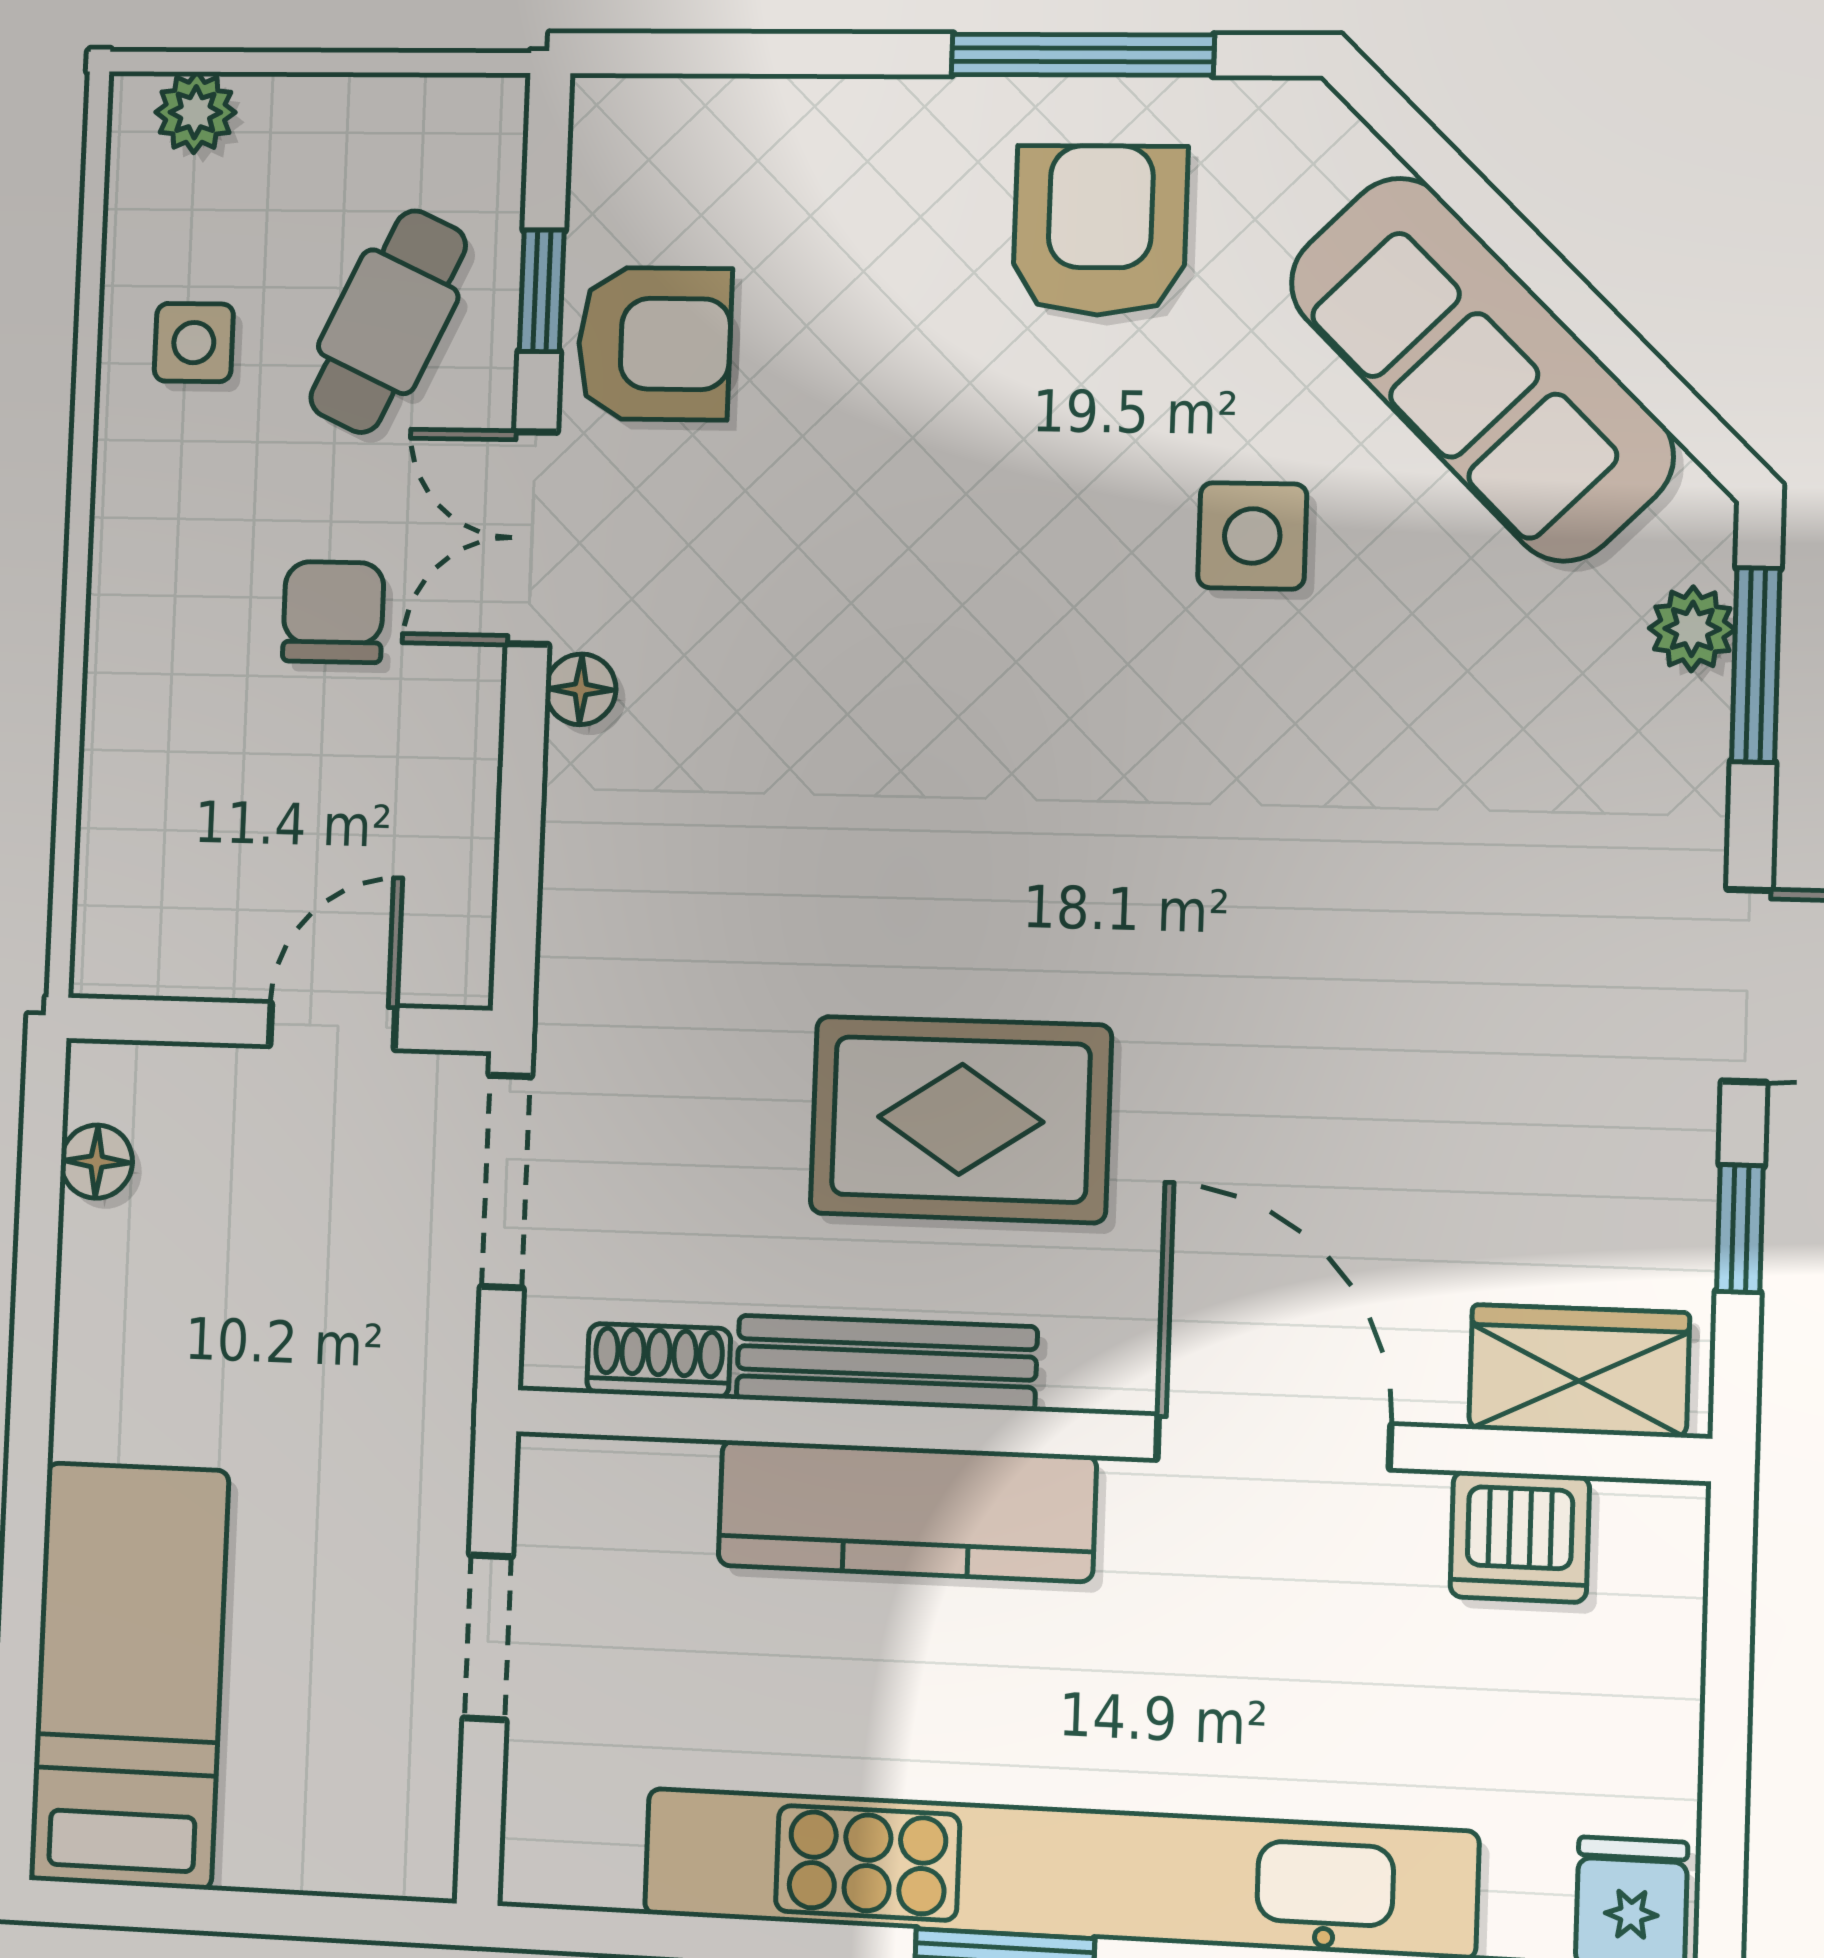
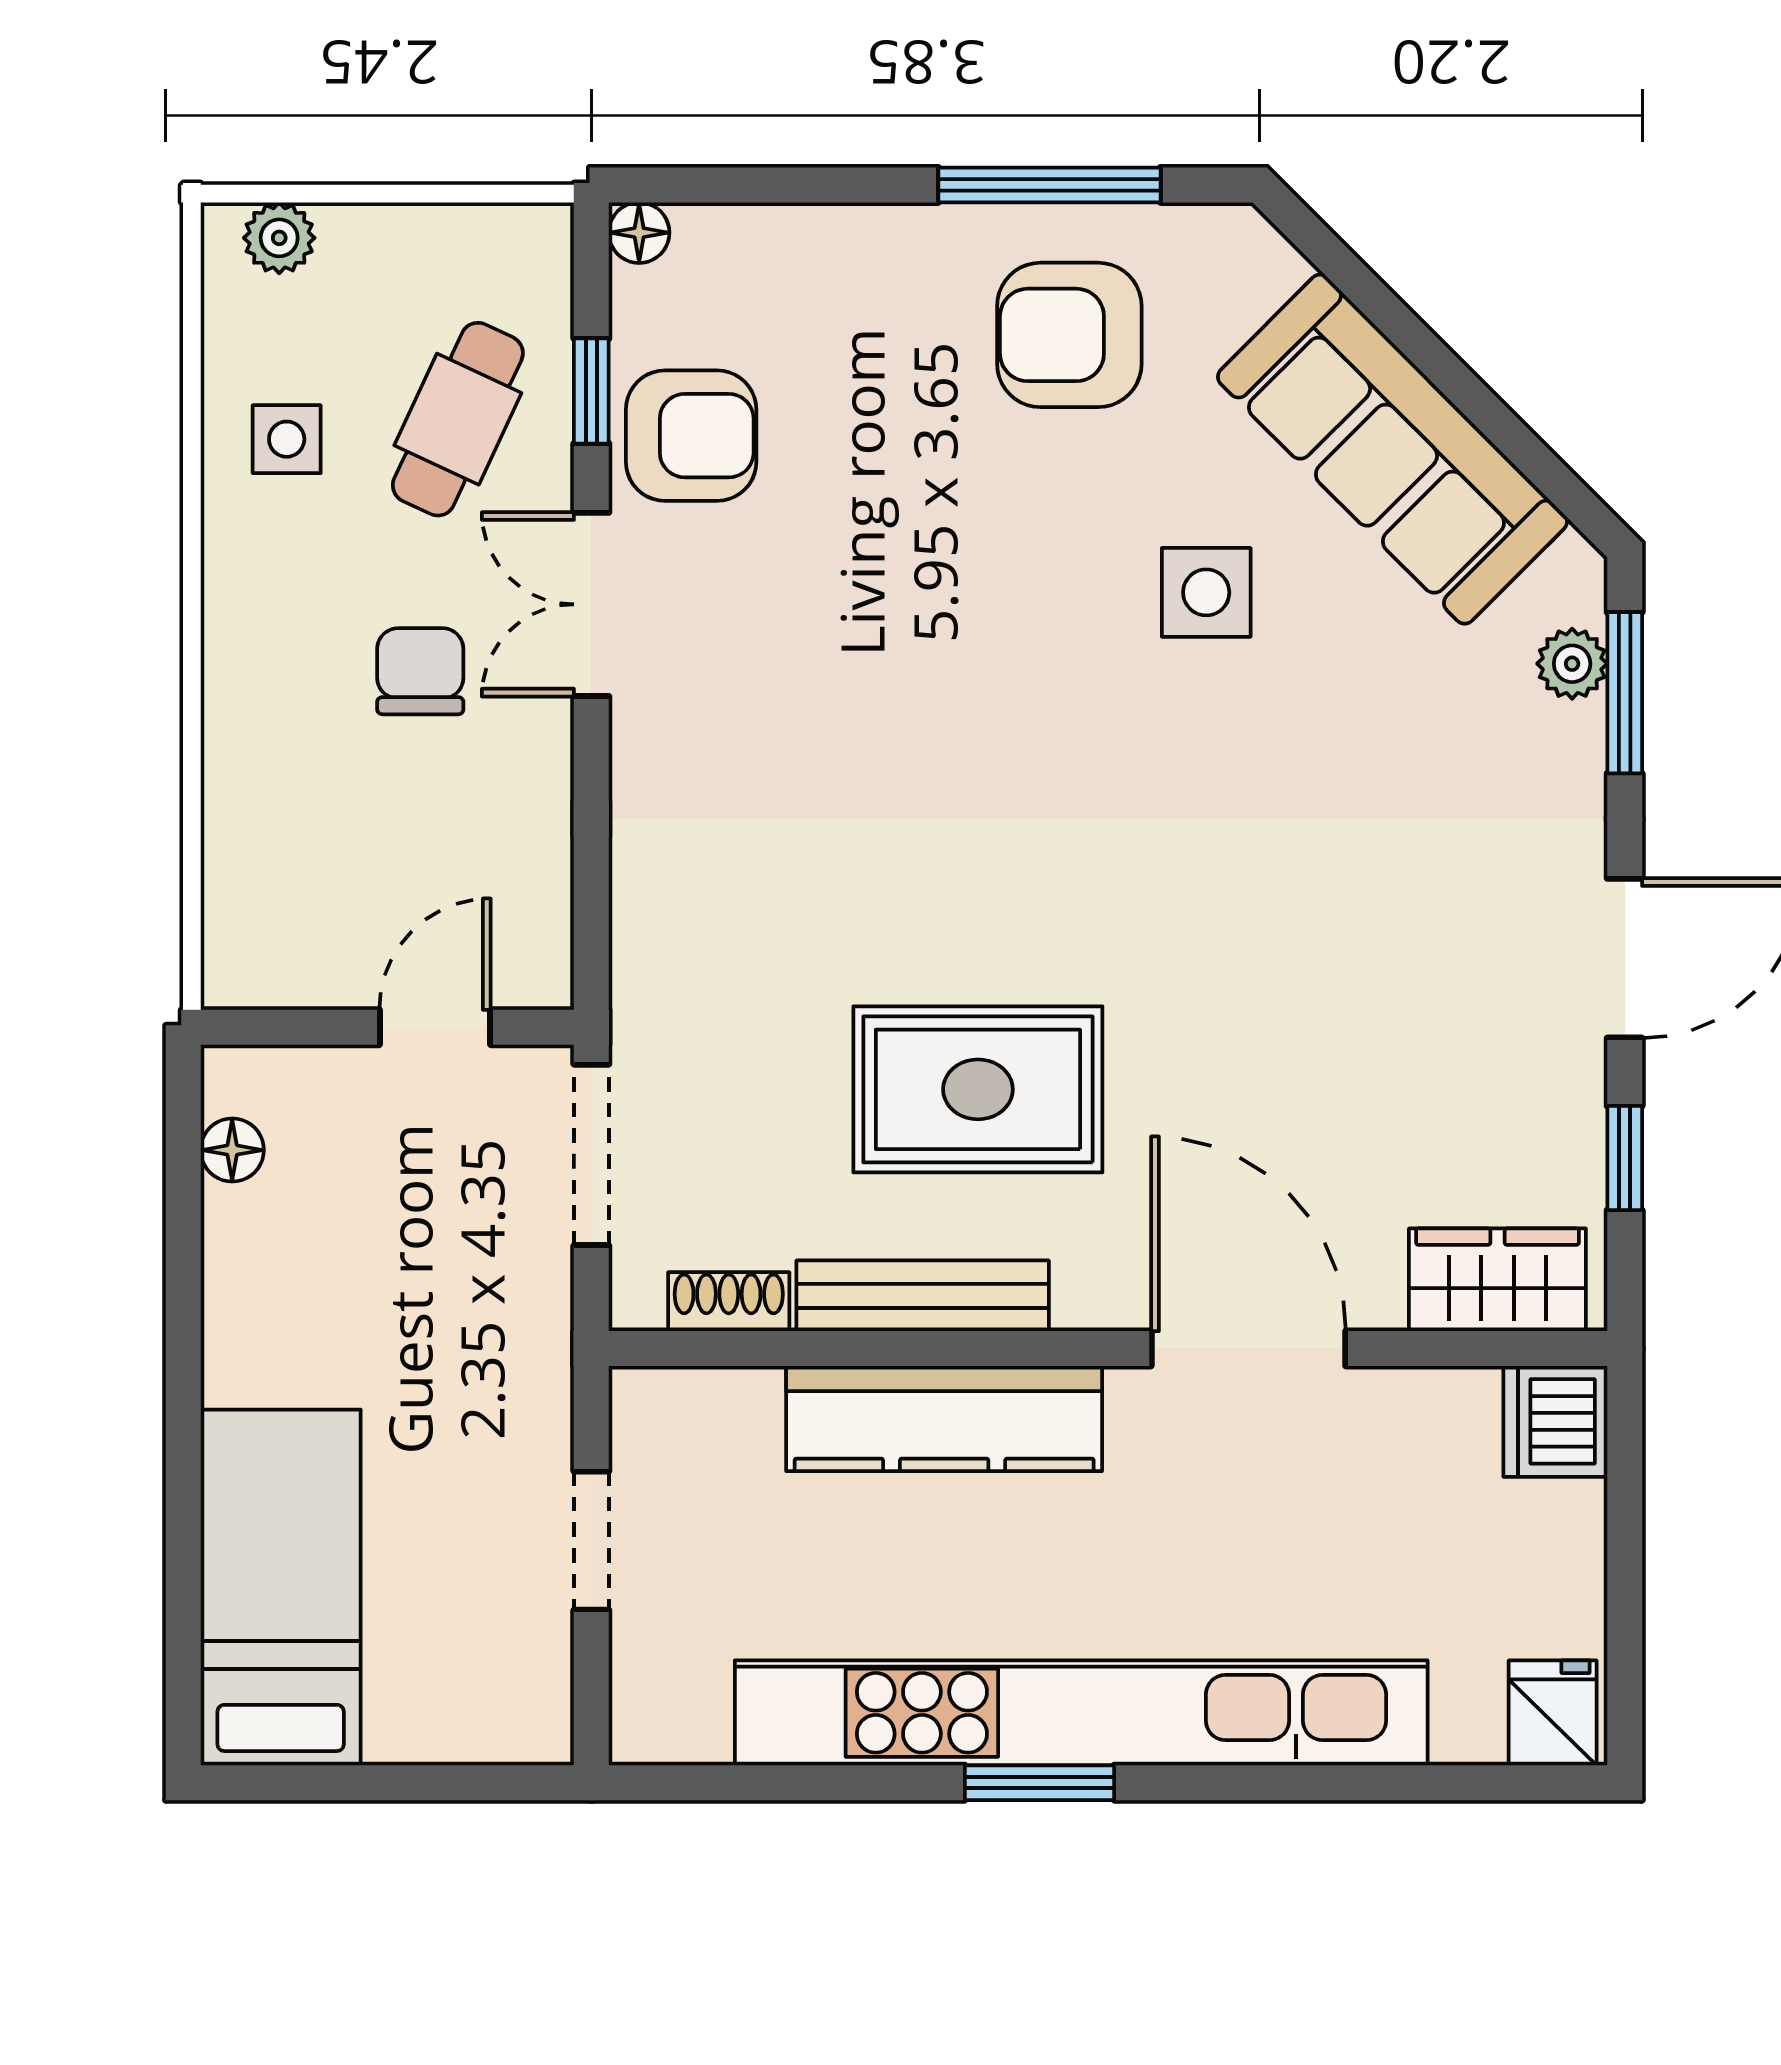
armchair: (1100, 230) -> (1069, 335), turned -90
floor lamp: (581, 689) -> (639, 233), moved
dishwasher: (1520, 1537) -> (1555, 1421), moved, turned 90

